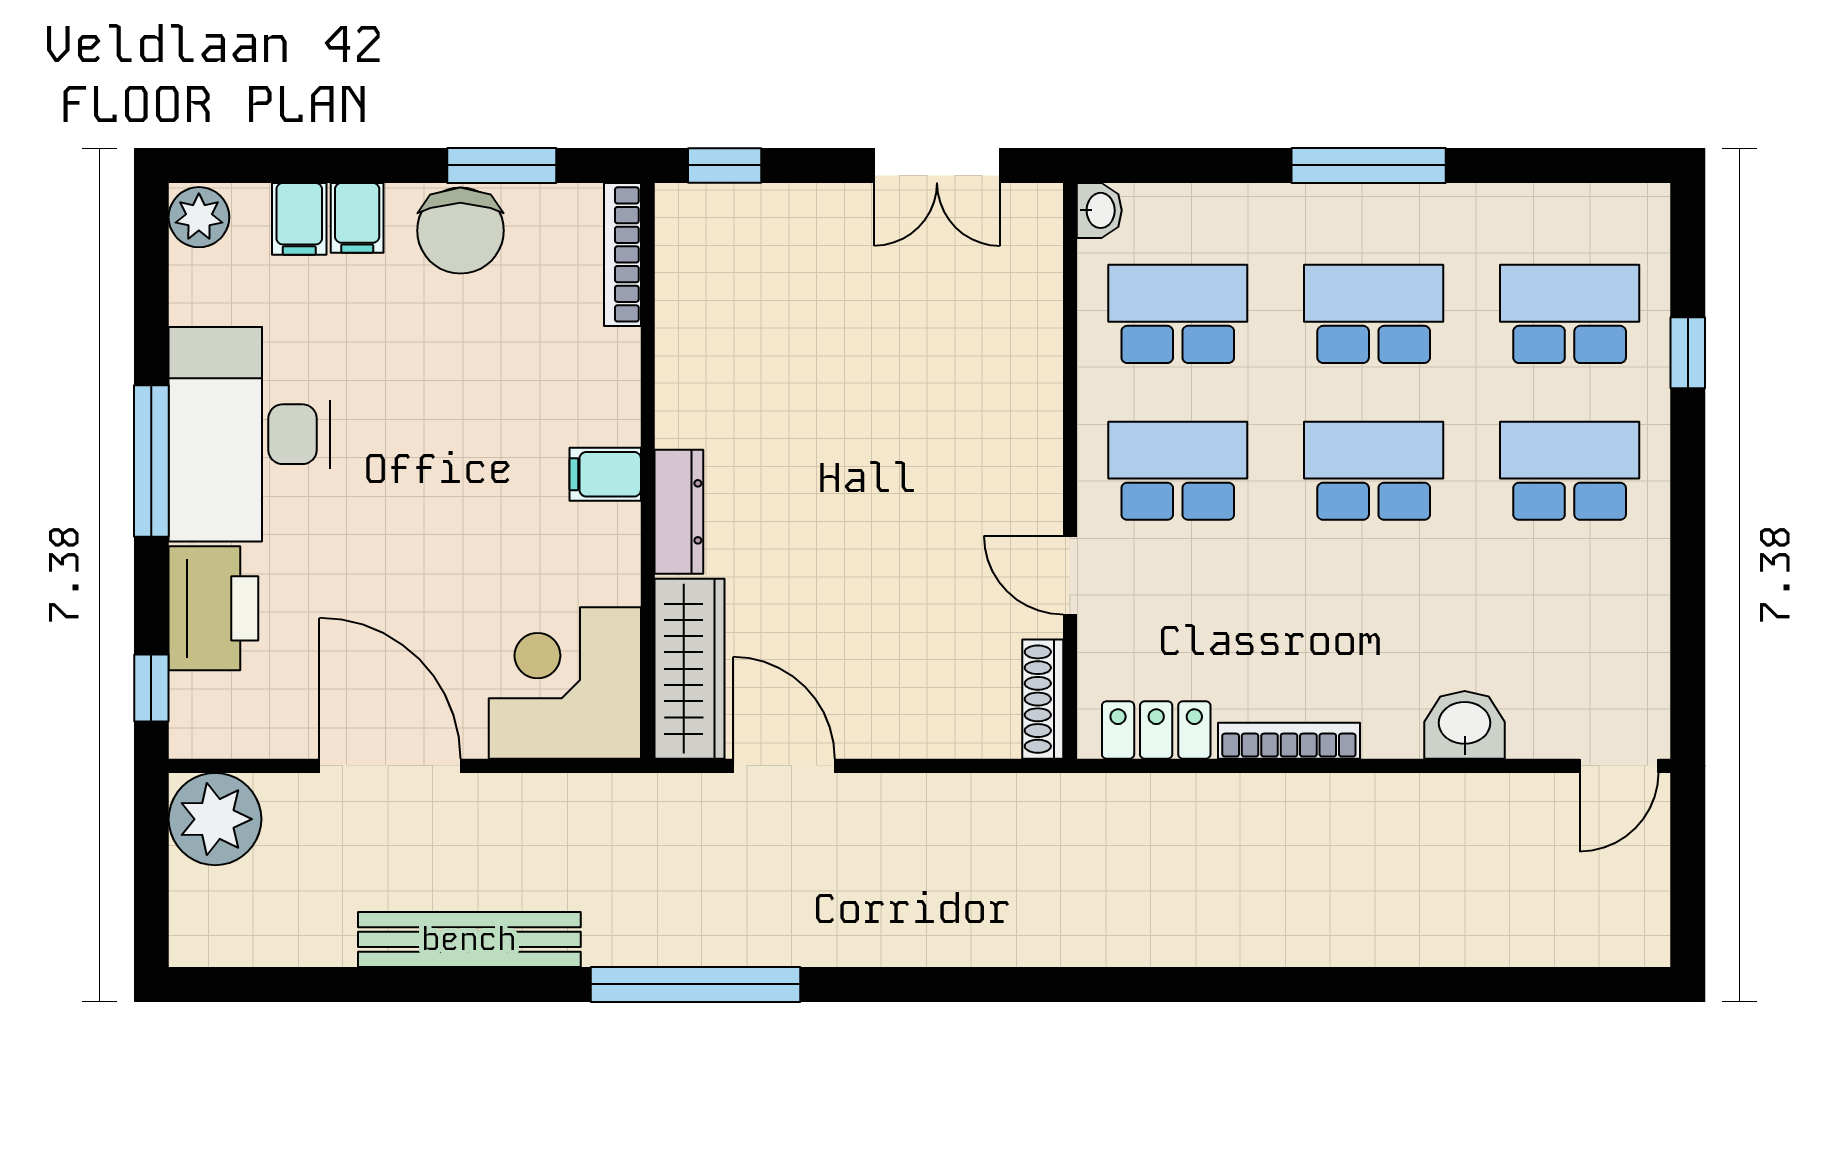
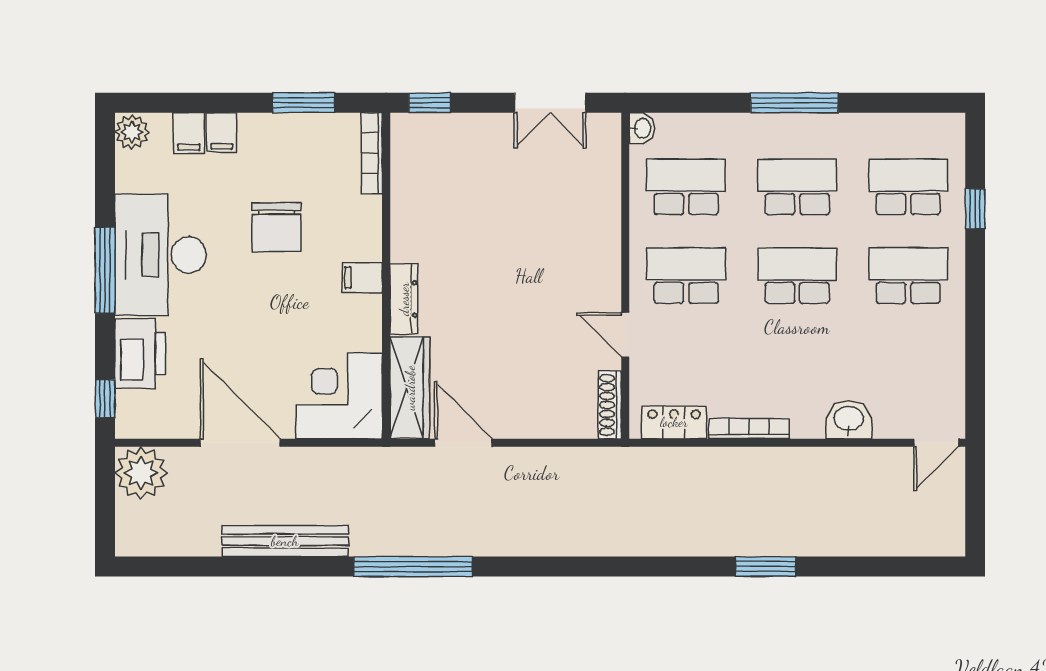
chair: (460, 231) -> (277, 227), moved
window: (1317, 984) -> (765, 567), added

